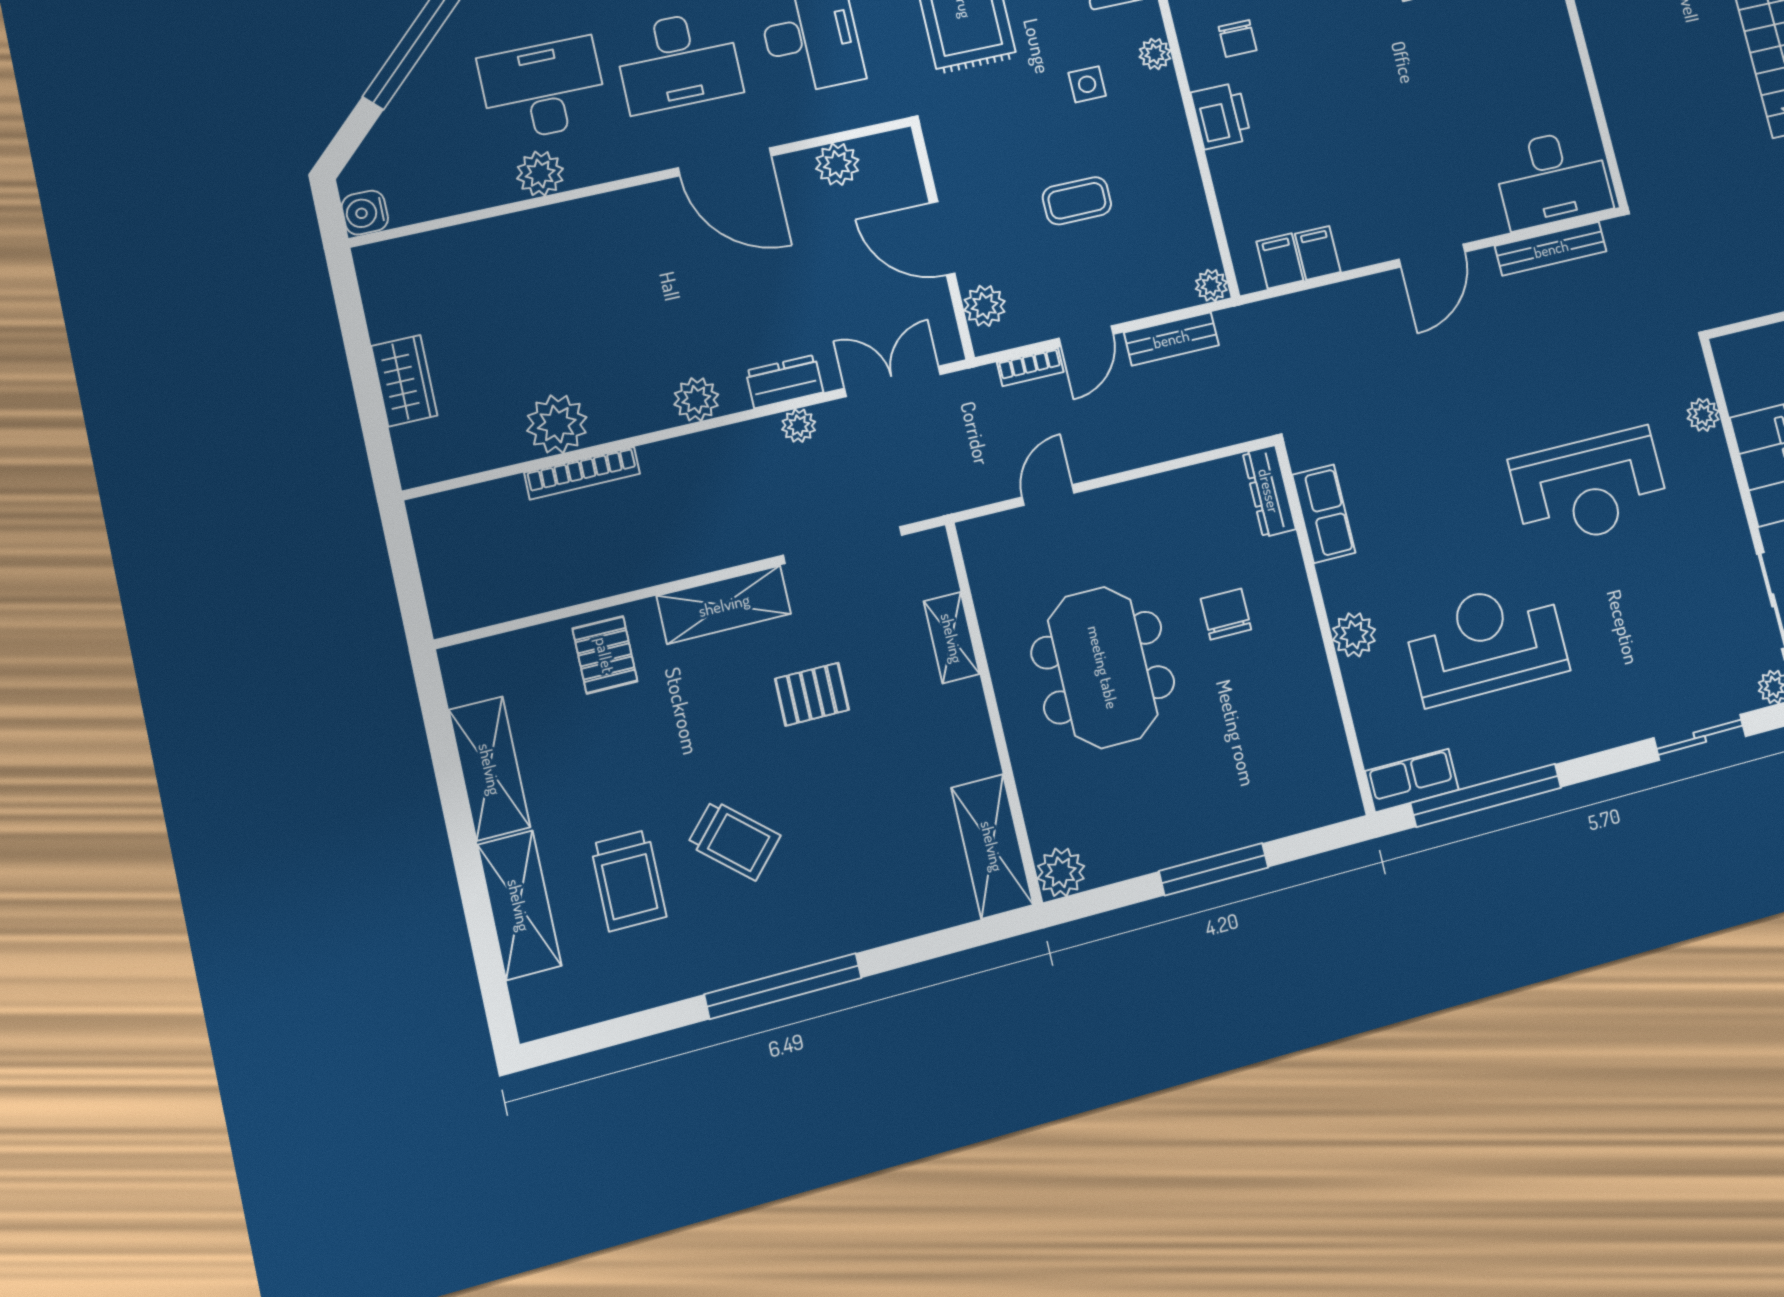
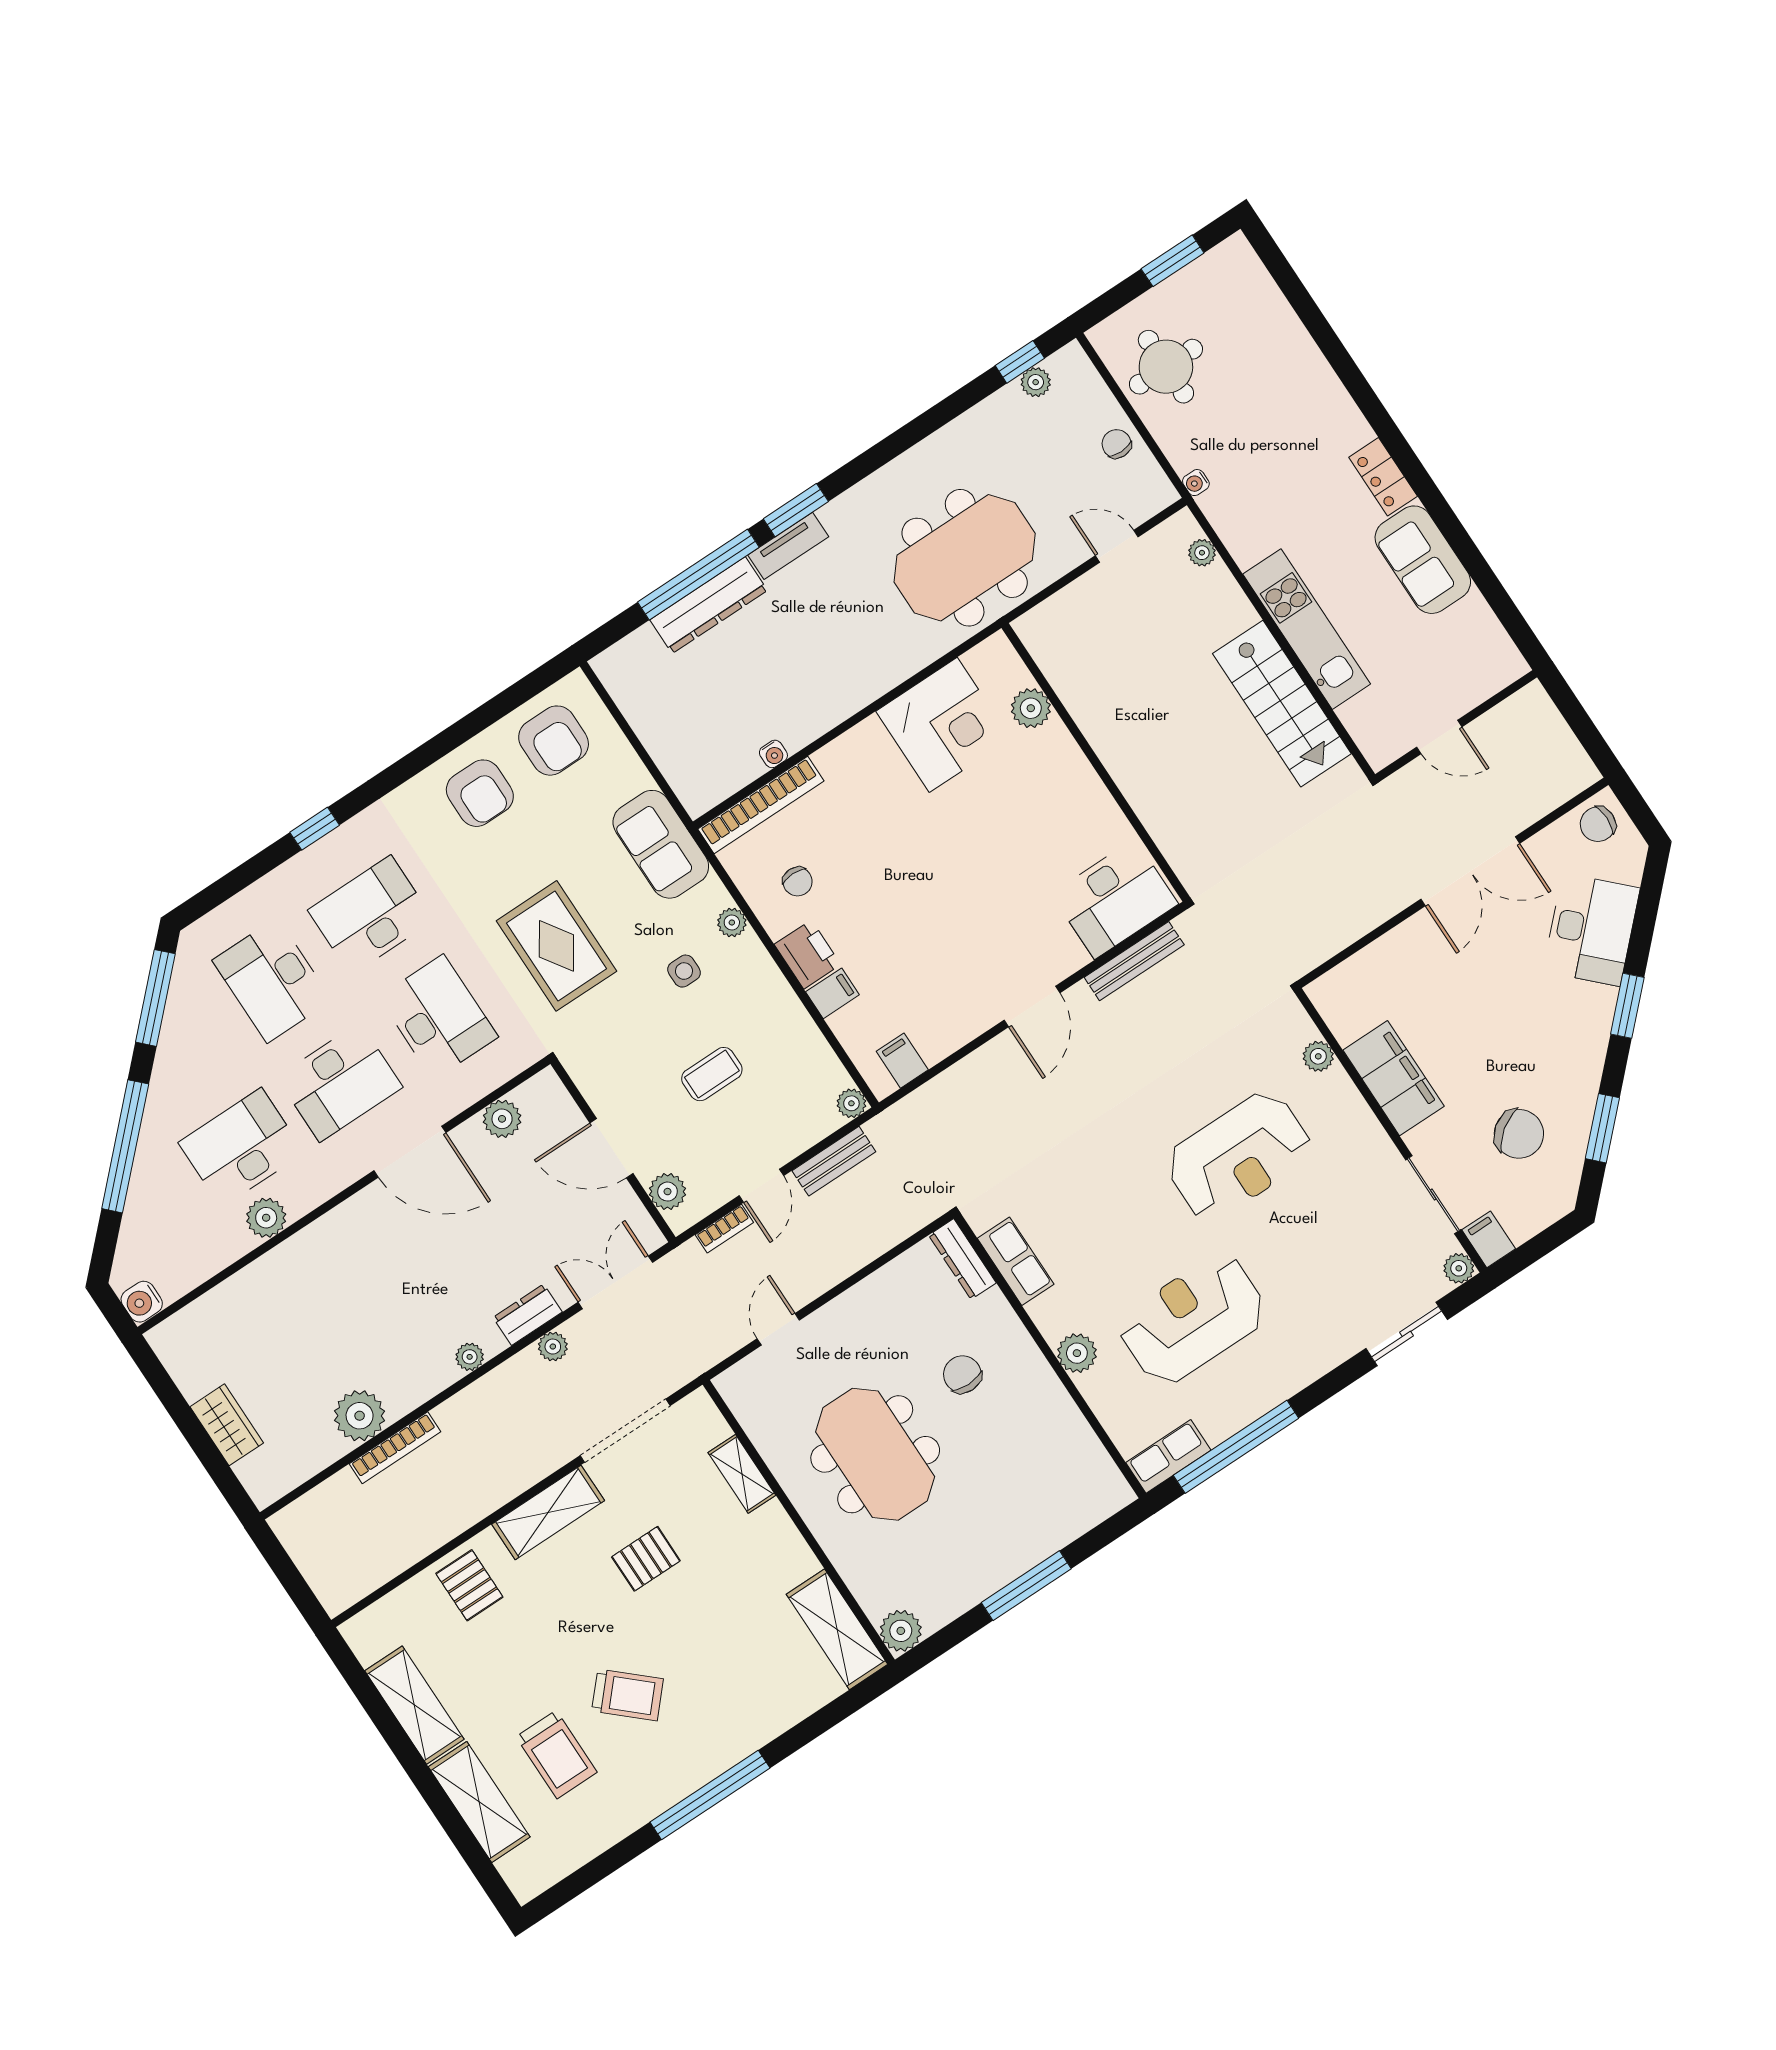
filing cabinet: (1318, 253) -> (832, 993), moved, turned 90
plant: (696, 399) -> (470, 1357), width x0.73, depth x0.73

